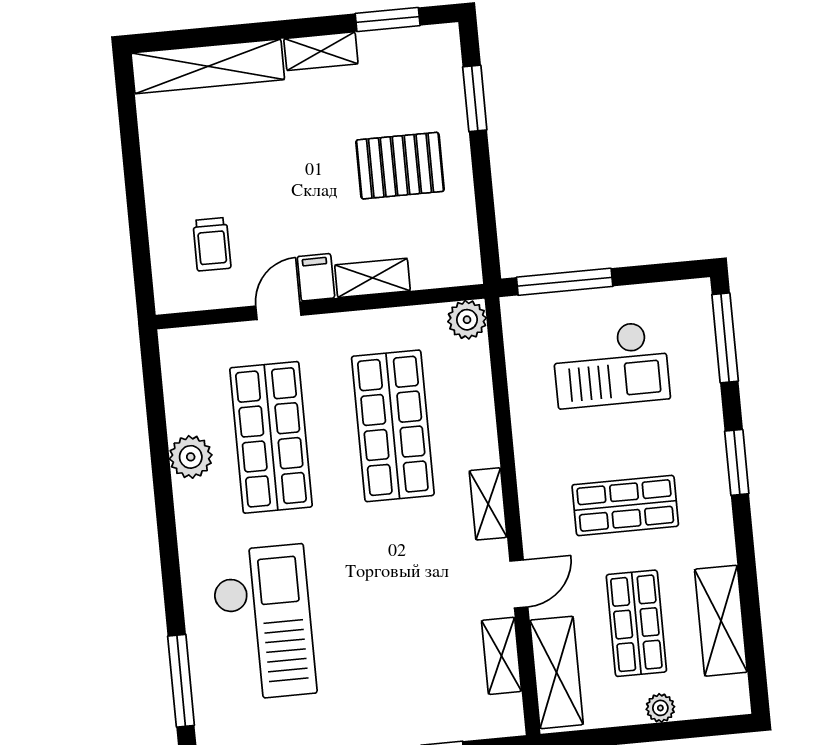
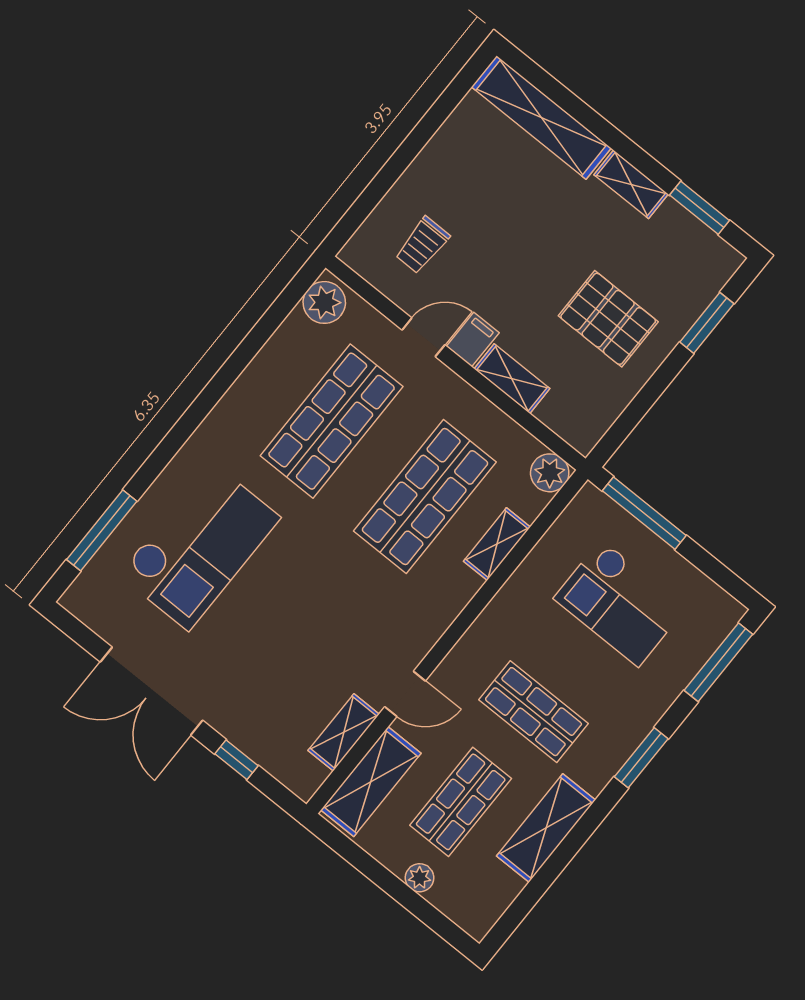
plant: (191, 457) -> (324, 302), moved
shelving: (488, 504) -> (497, 544), moved
shelving: (721, 621) -> (546, 828), moved

